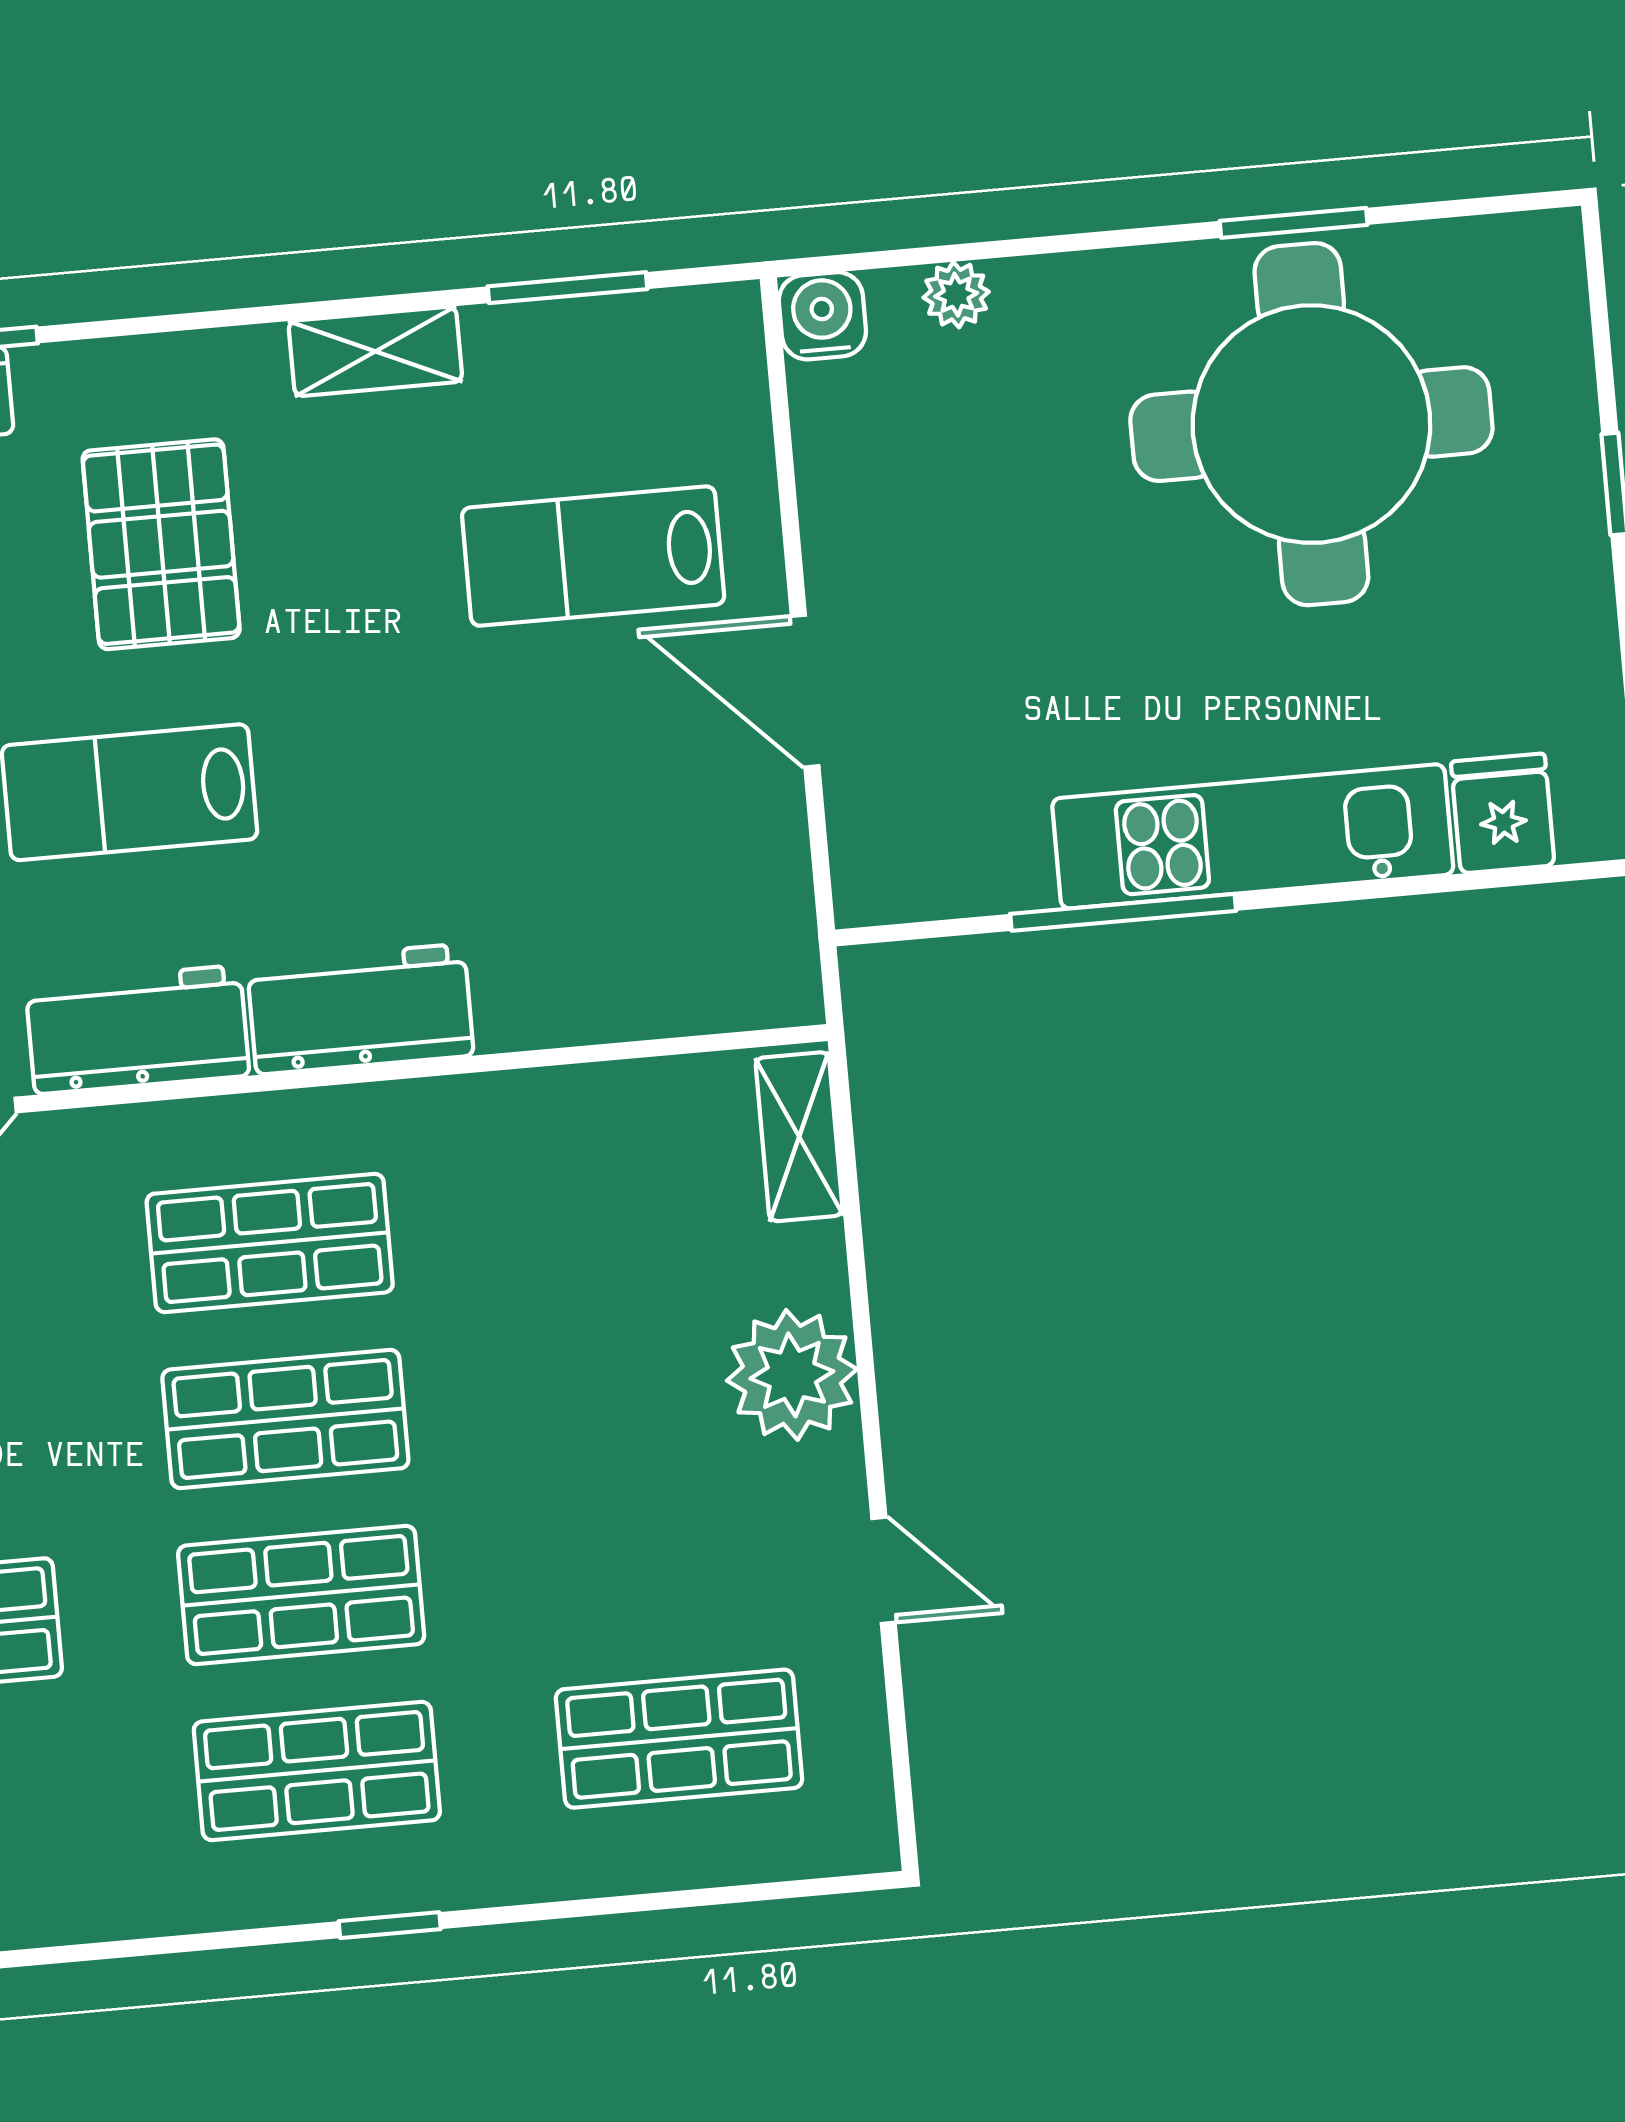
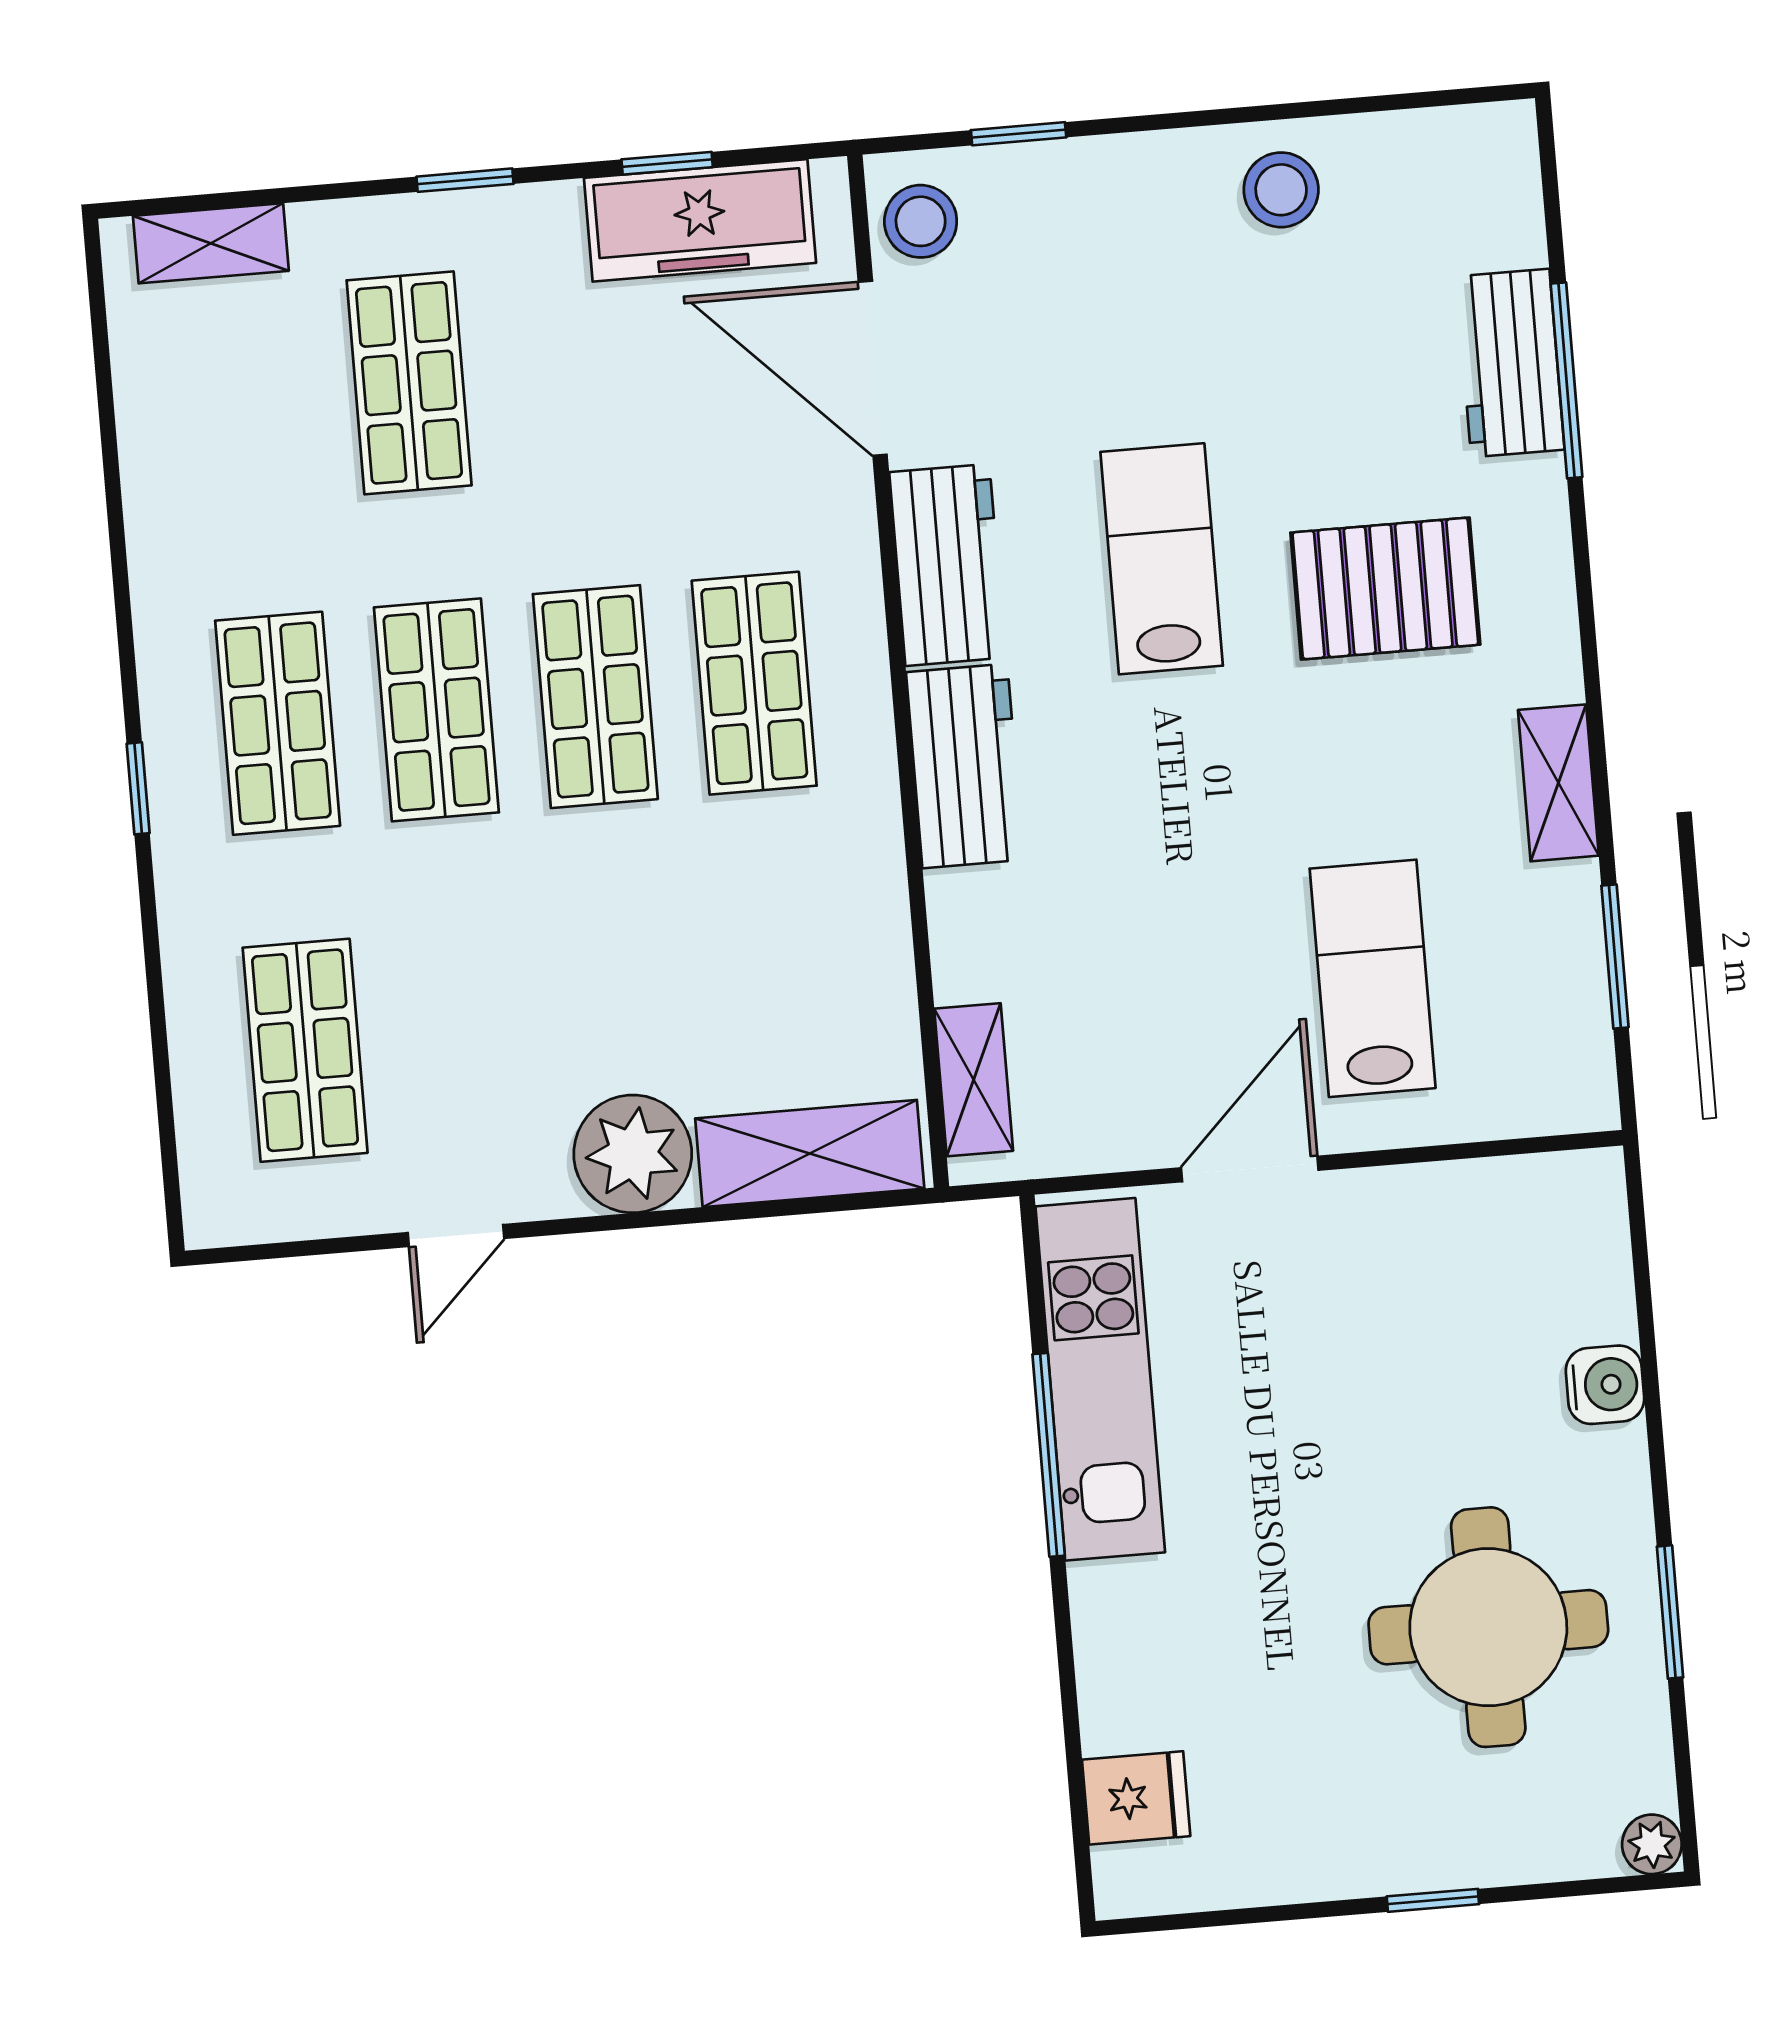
plant: (956, 295) -> (1652, 1844), moved
water cooler: (822, 316) -> (1605, 1385), moved
round table: (1311, 424) -> (1488, 1627), width x0.73, depth x0.73
kitchen unit: (1253, 836) -> (1100, 1379), moved
shelving: (708, 998) -> (974, 1080), added
shelving: (799, 1137) -> (810, 1154), width x1.50, depth x1.33

